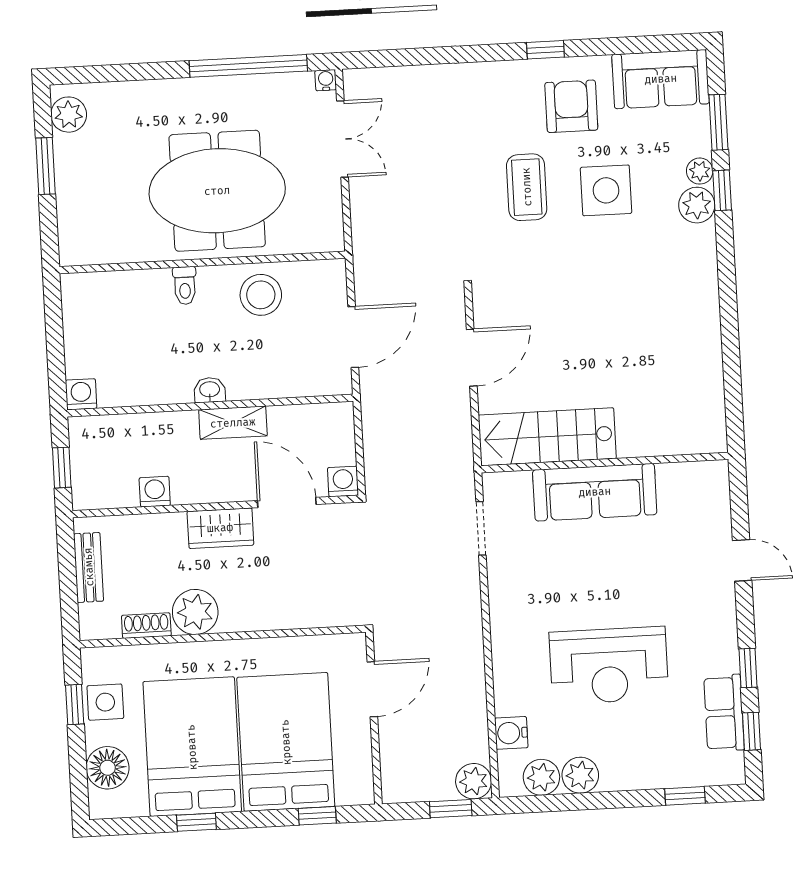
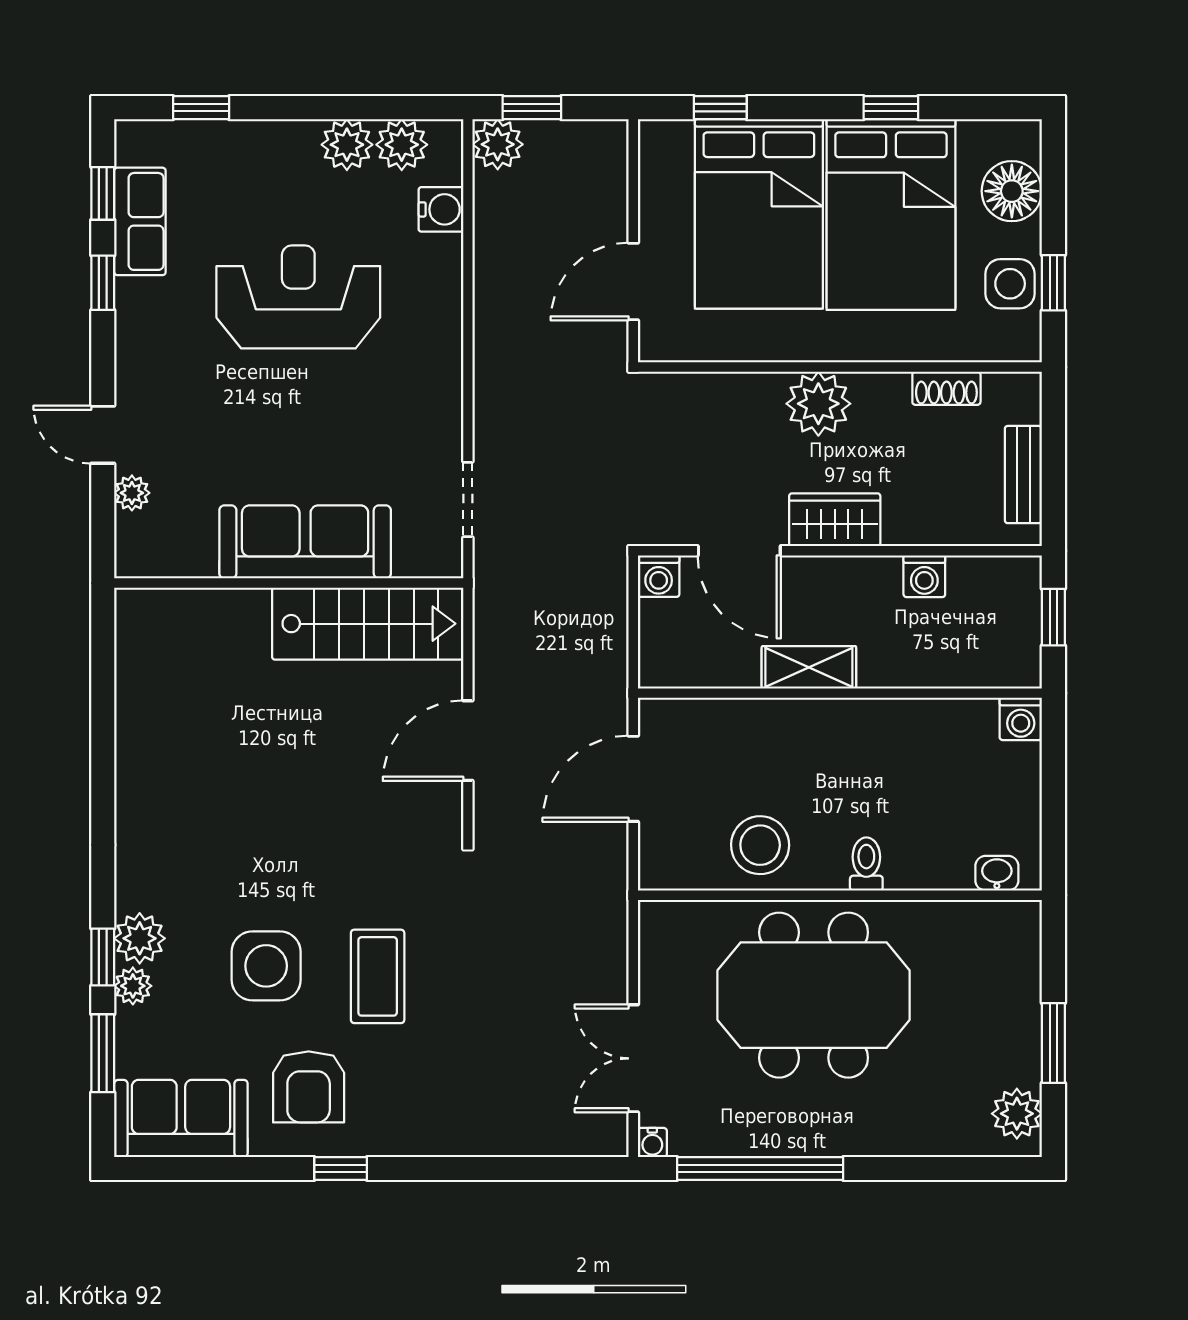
washbasin: (210, 390) -> (997, 873), moved, turned 180
plant: (719, 520) -> (132, 493), added
plant: (195, 612) -> (818, 404), moved

